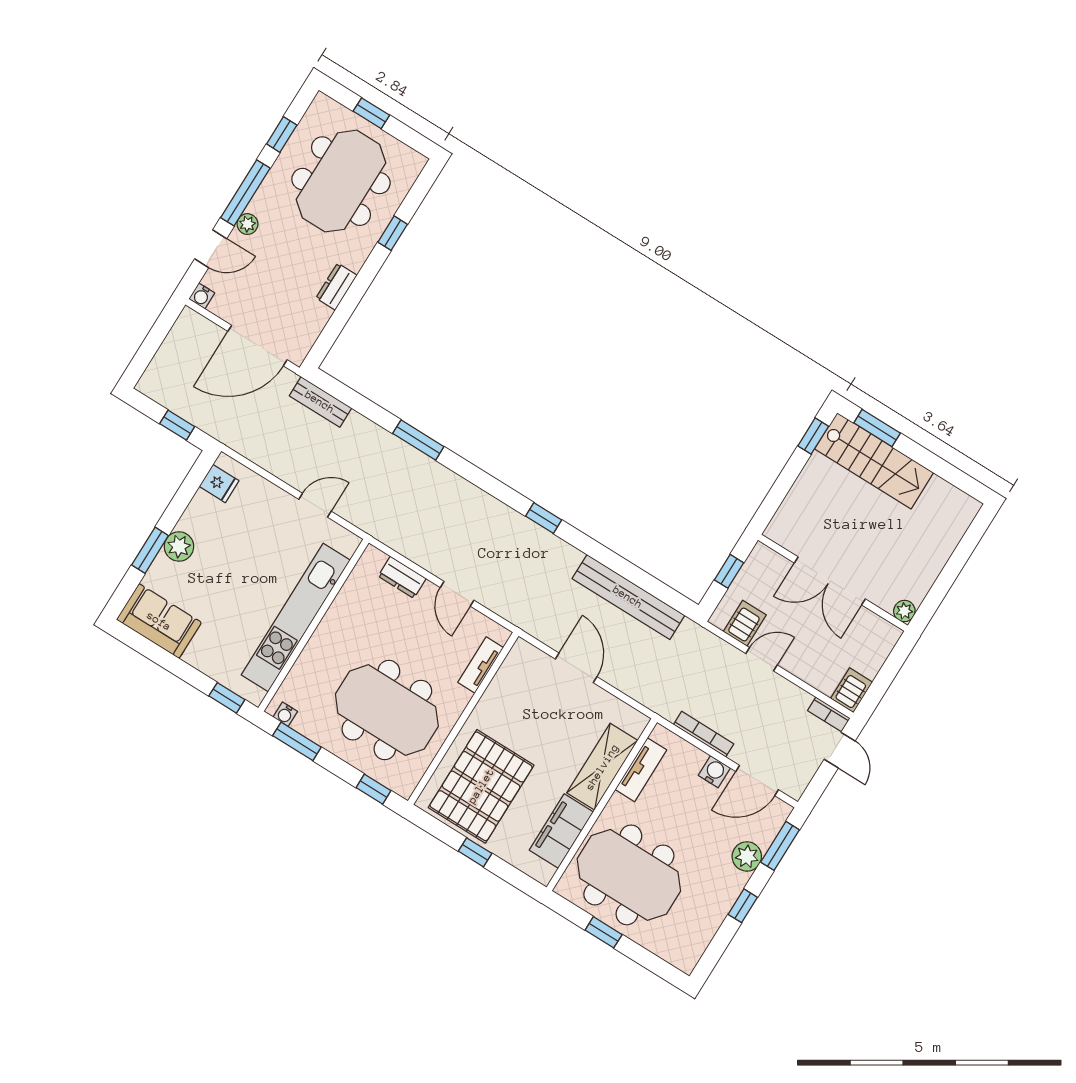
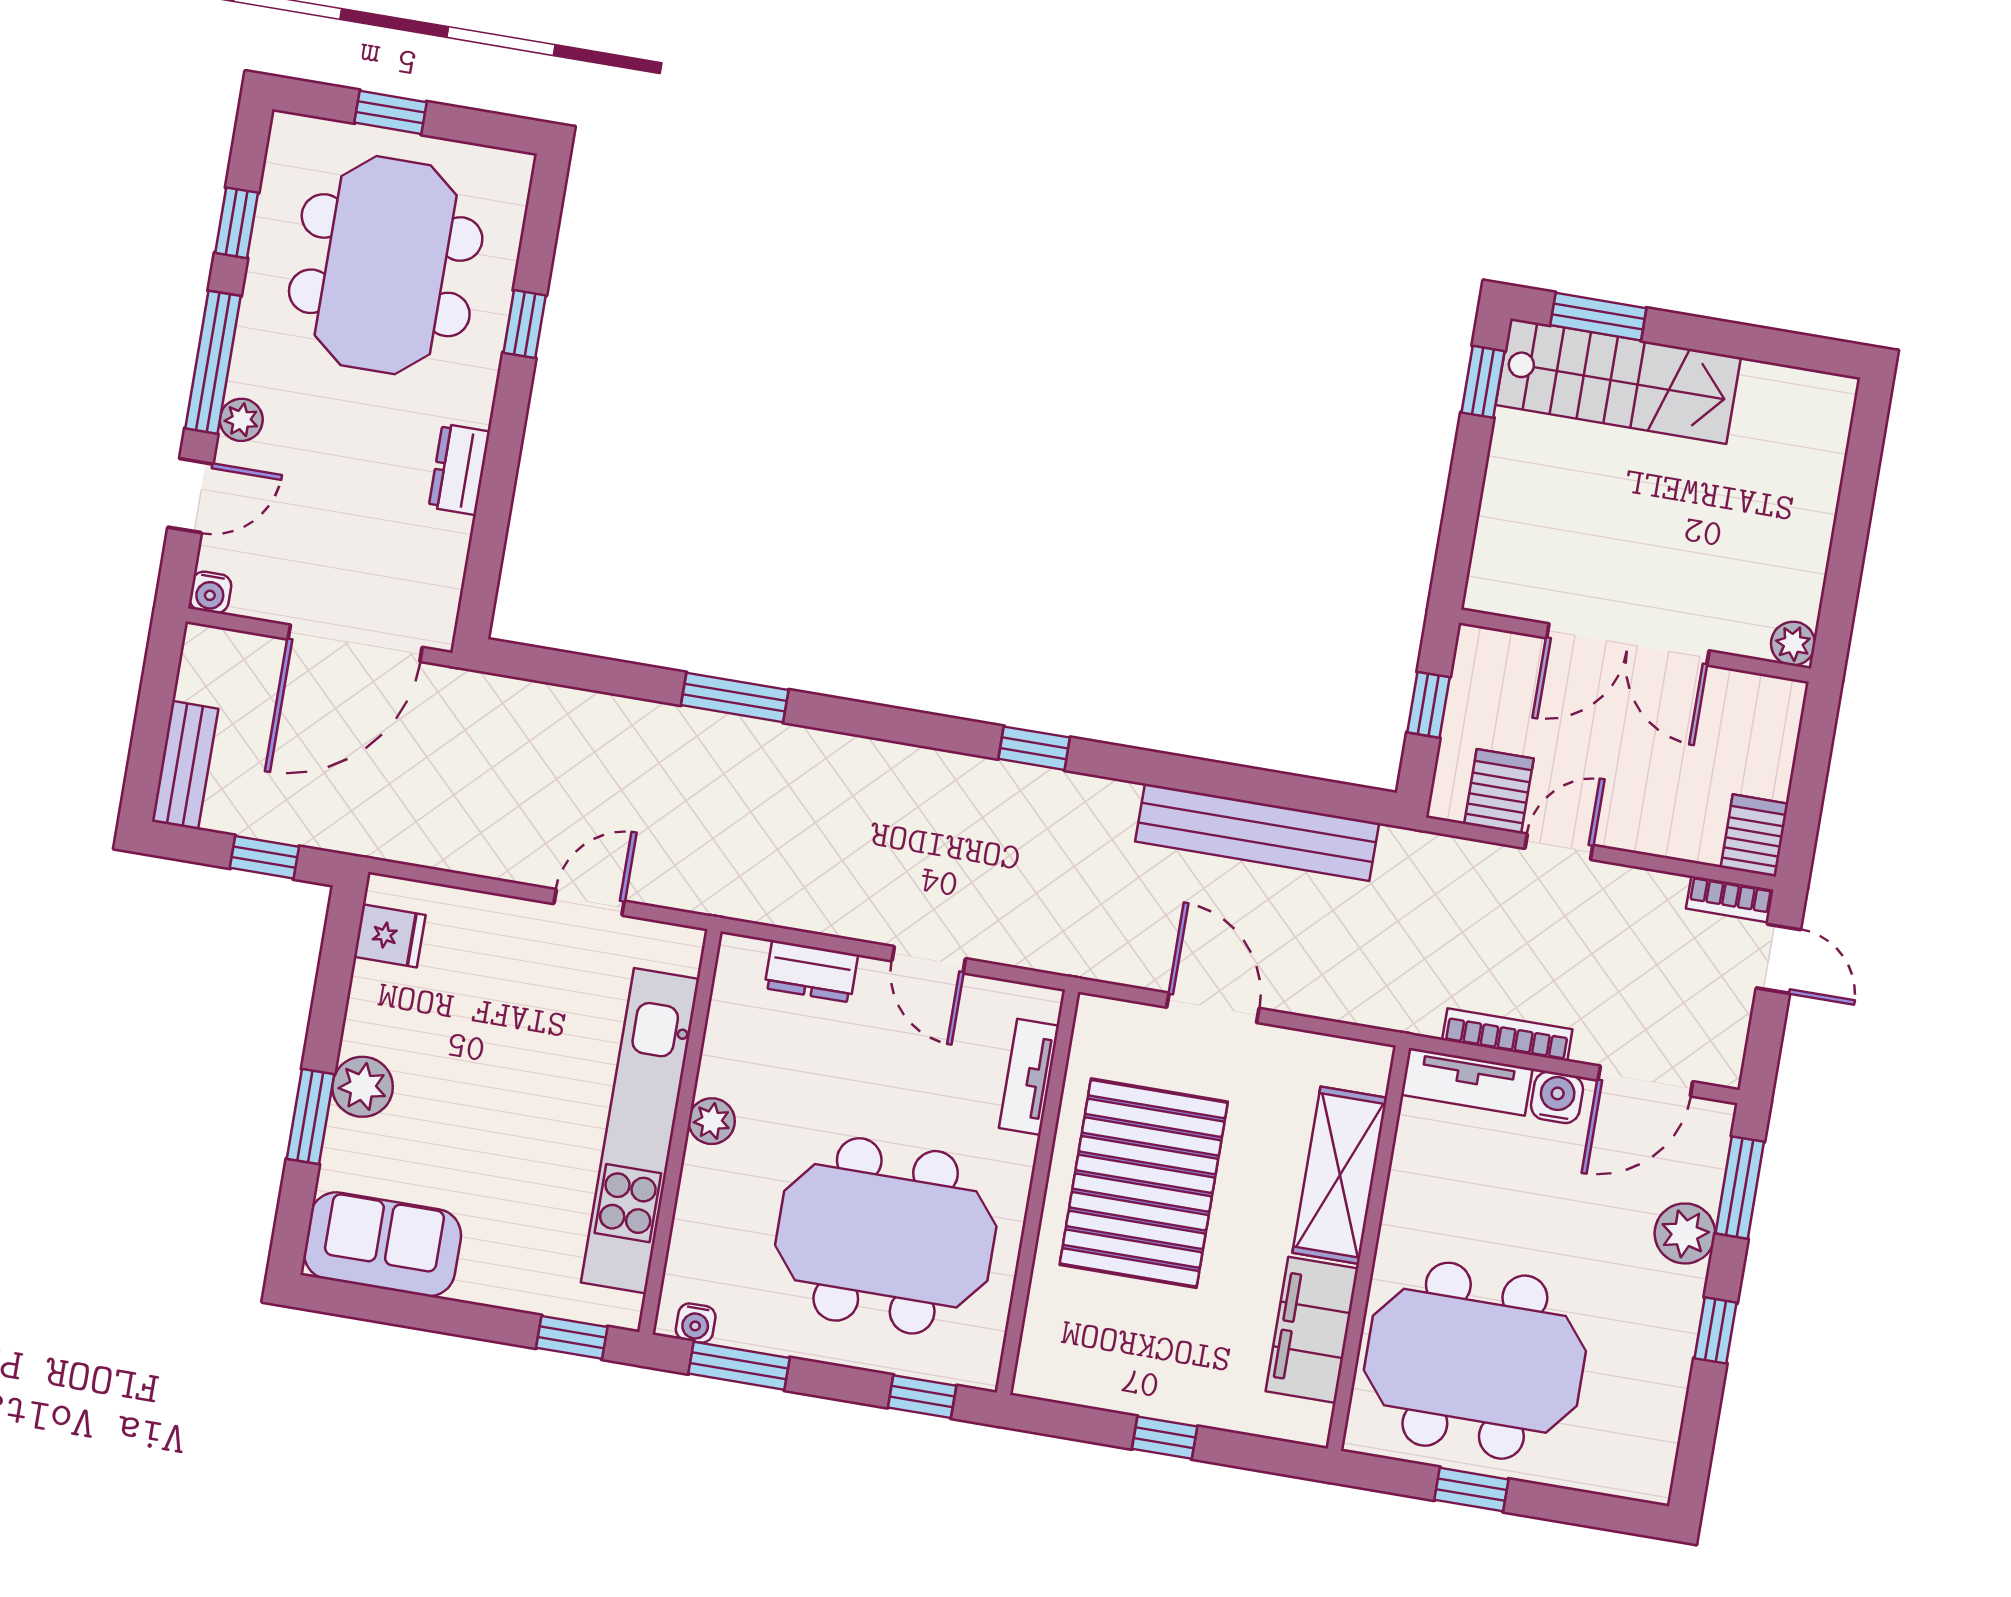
bench: (320, 402) -> (185, 765), moved, turned 90
plant: (330, 626) -> (712, 1121), added
tv unit: (641, 770) -> (1467, 1082), moved, turned 90
pallet: (481, 786) -> (1144, 1183), moved

